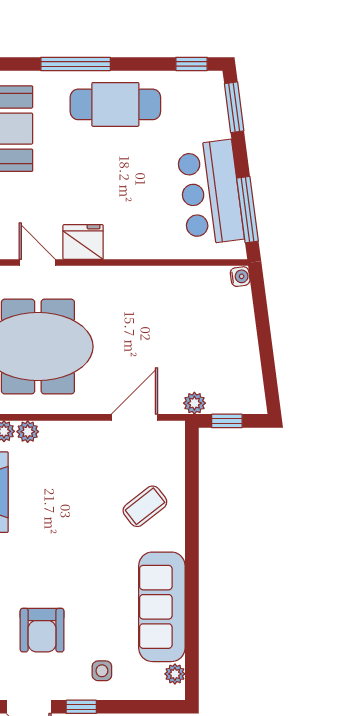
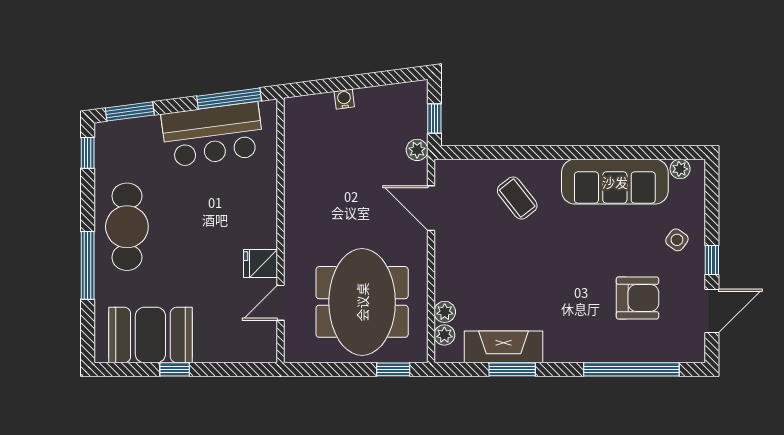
fridge: (83, 242) -> (261, 264), width x0.72
water cooler: (240, 277) -> (344, 99), moved
side table: (102, 671) -> (677, 240), turned 36

